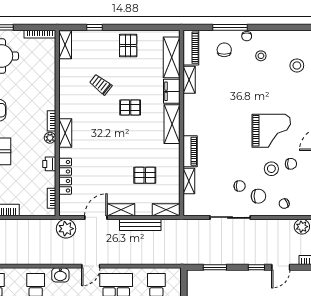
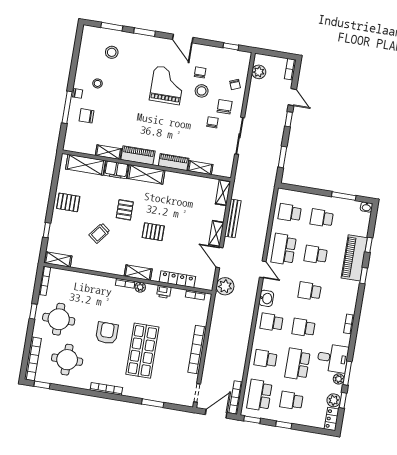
piano: (191, 48) -> (138, 155), moved
pallet: (145, 175) -> (153, 232), moved, turned 90

